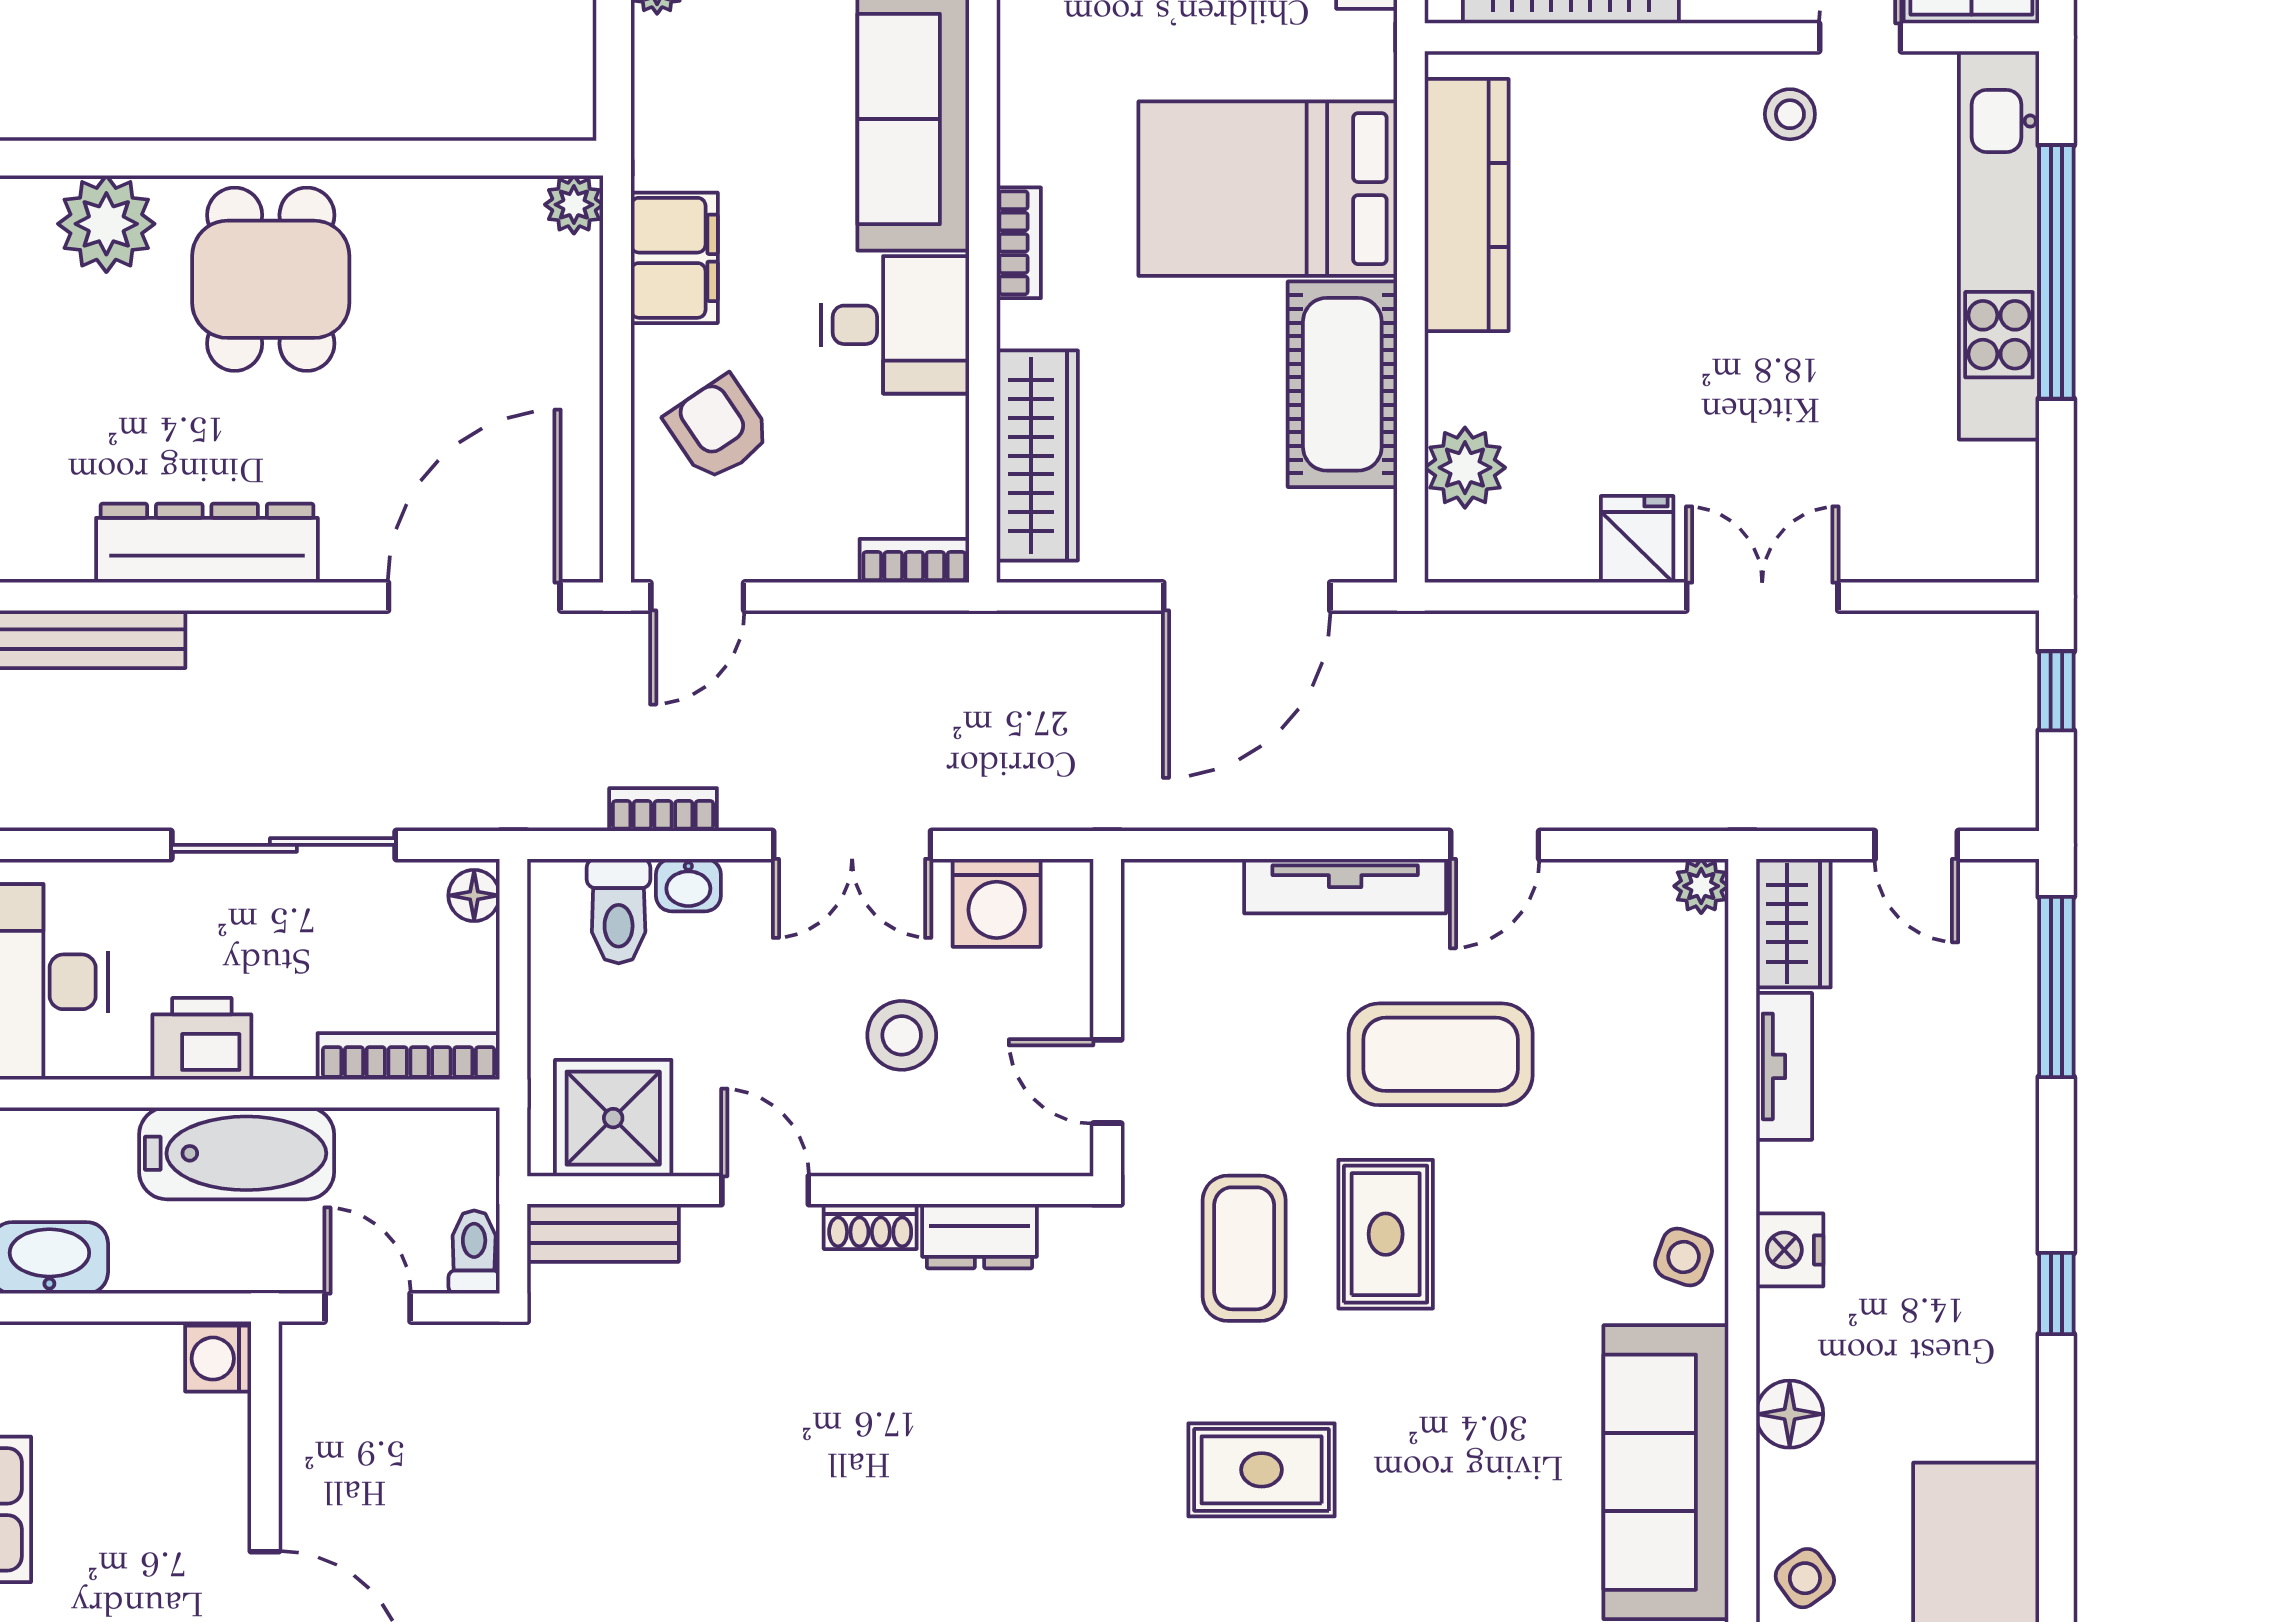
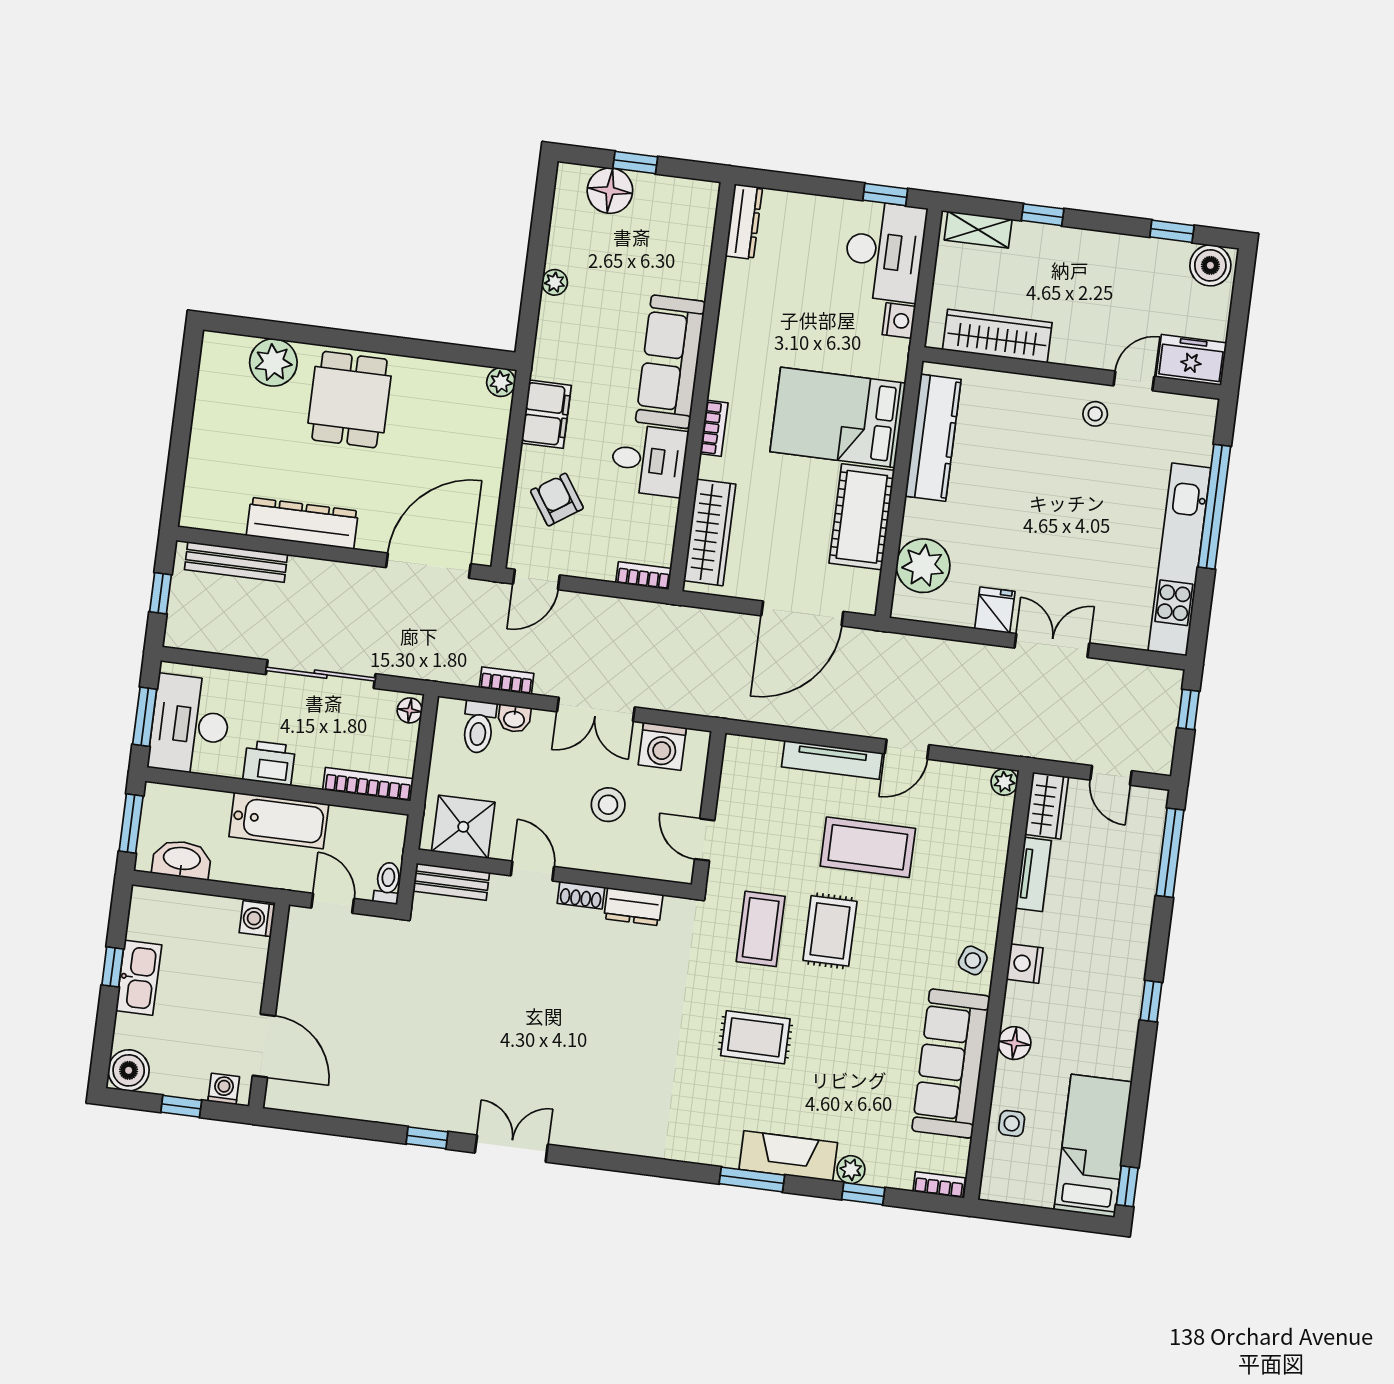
kitchen unit: (1999, 245) -> (1179, 559), moved
plant: (1465, 468) -> (923, 566), width x1.36, depth x1.36
side table: (1805, 1578) -> (1012, 1123), turned 36

